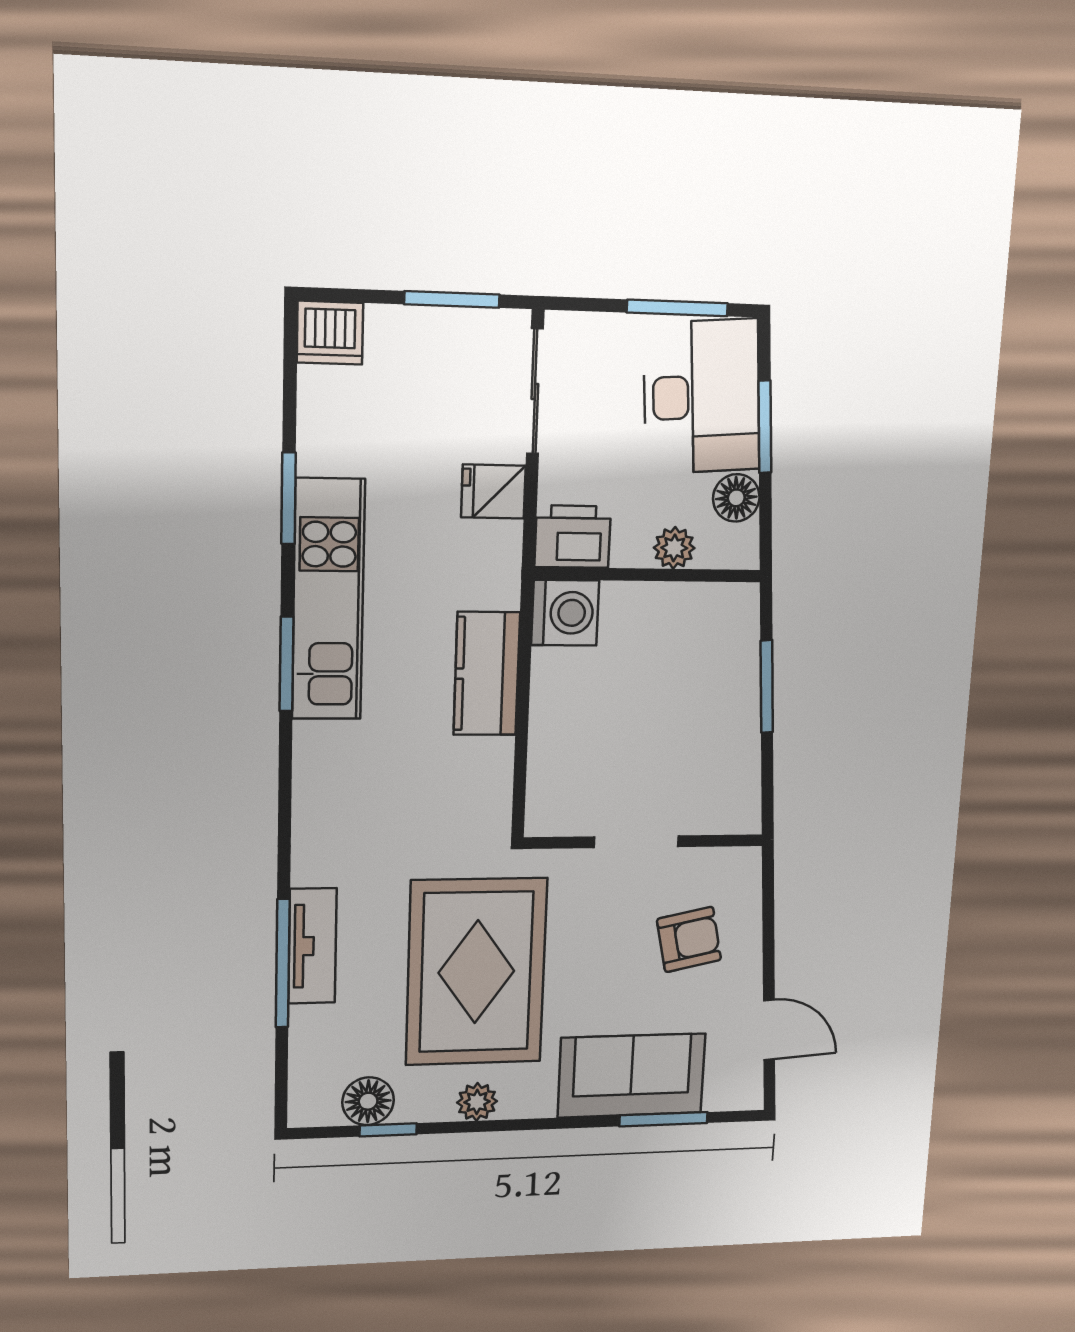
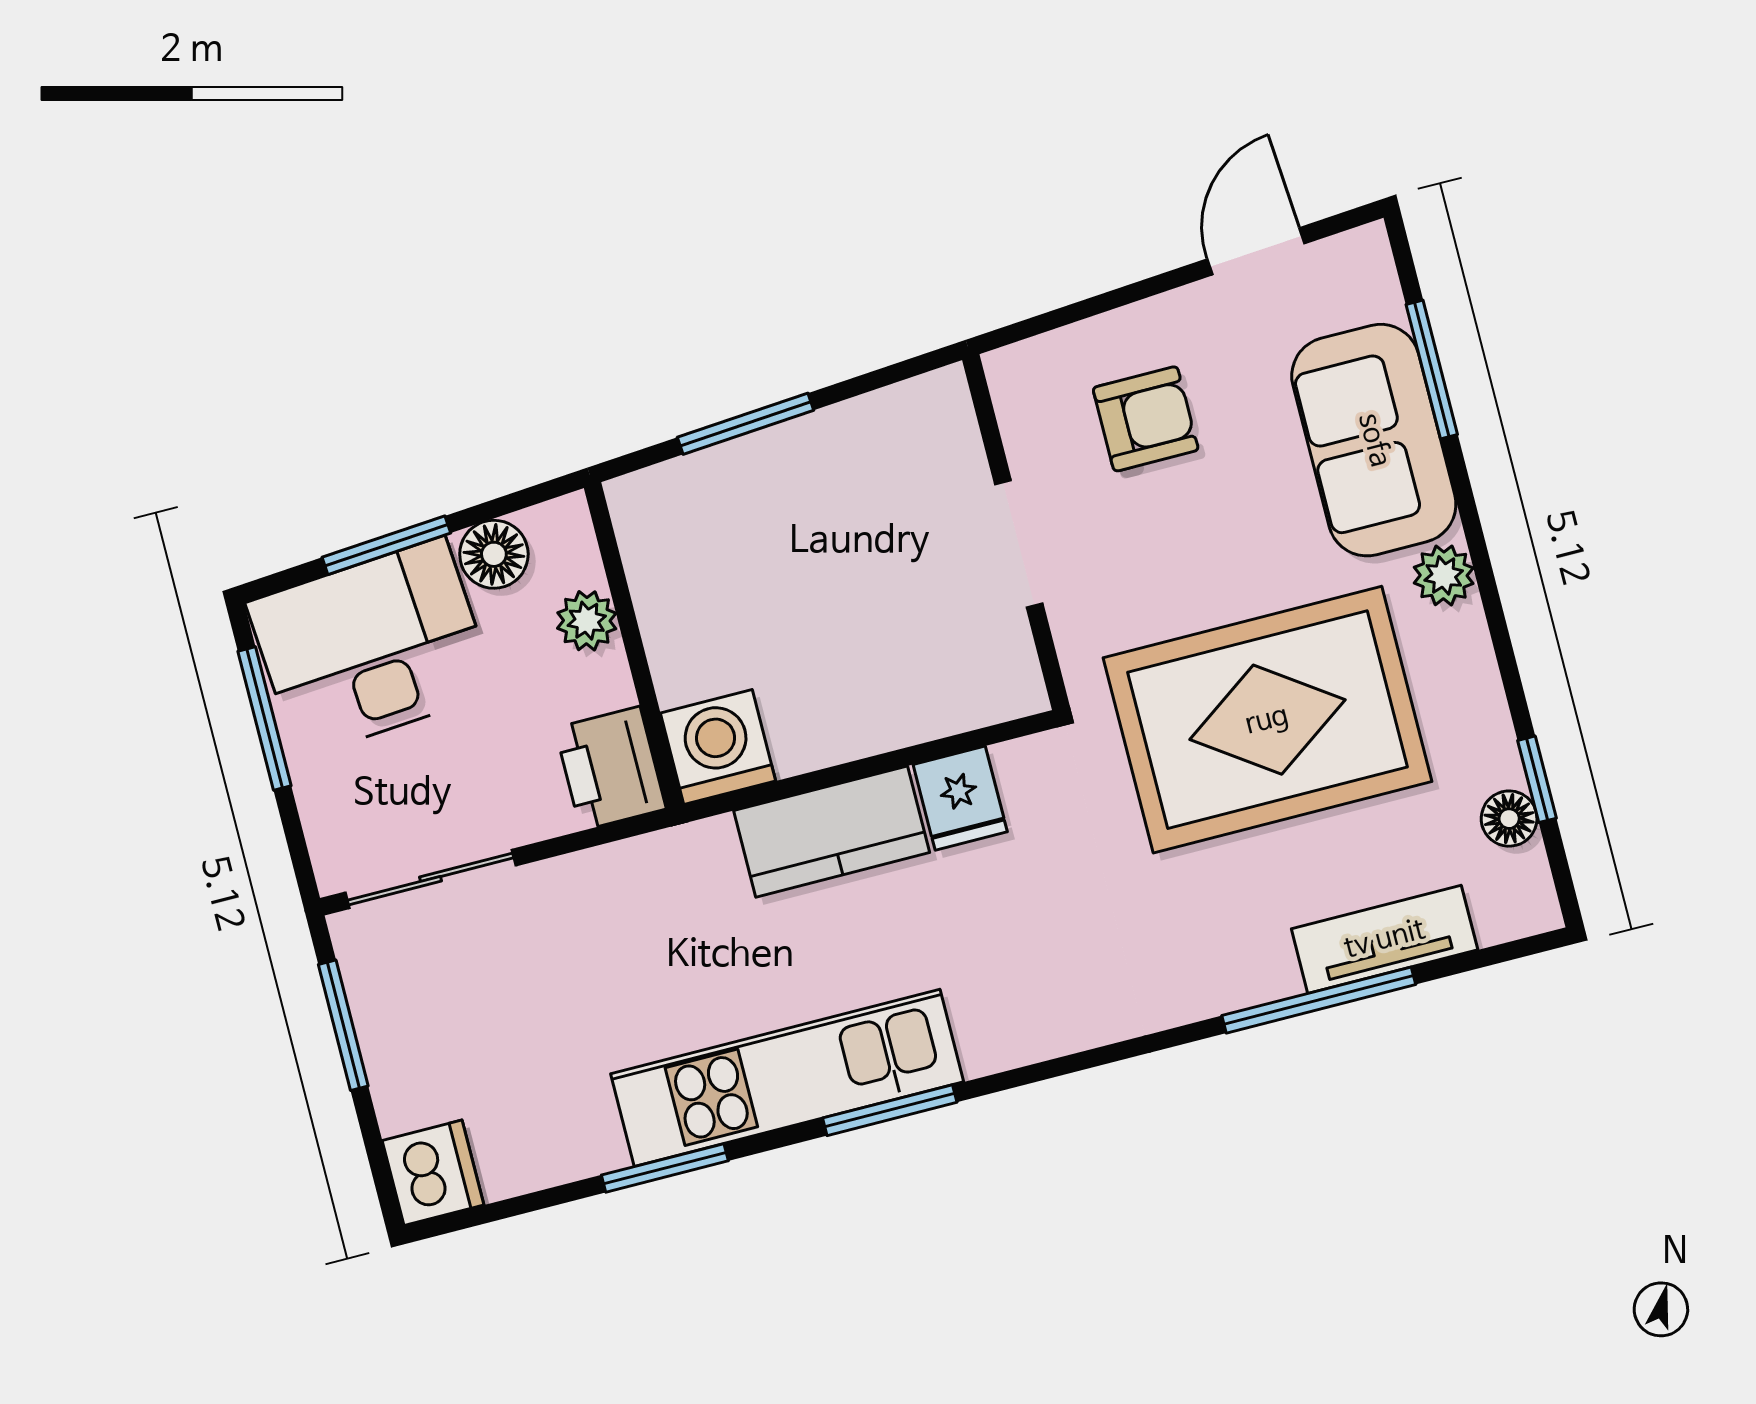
fridge: (493, 492) -> (960, 798), moved
armchair: (689, 939) -> (1146, 419), turned 102
tv unit: (312, 946) -> (1385, 939), moved
floor lamp: (368, 1101) -> (1509, 819), width x0.73, depth x0.73
plant: (477, 1102) -> (1444, 575), moved

